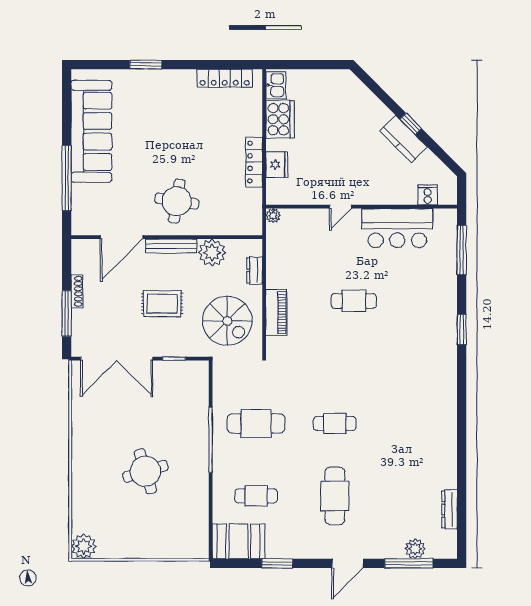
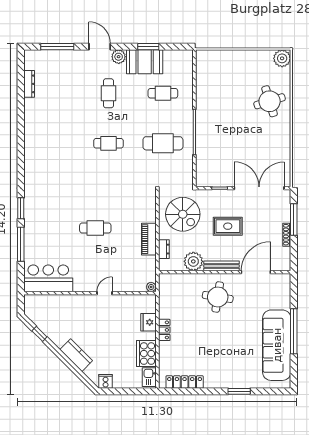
window: (411, 124) -> (39, 334), moved
kitchen counter: (404, 139) -> (76, 355), moved
locker: (254, 162) -> (164, 330), width x0.66
window: (67, 178) -> (294, 331), moved
cooker: (428, 195) -> (106, 381), moved, turned 180
bar counter: (397, 228) -> (48, 278), moved
window: (462, 250) -> (21, 244), moved
piano: (276, 313) -> (149, 239), moved
spiral stairs: (227, 321) -> (183, 214), turned 180
round table: (145, 471) -> (270, 101), moved
cafe table: (335, 496) -> (108, 93), width x0.73, depth x0.74
booth: (238, 541) -> (145, 62), moved
plant: (415, 549) -> (119, 57), moved
door: (347, 563) -> (100, 47), hinge flipped

